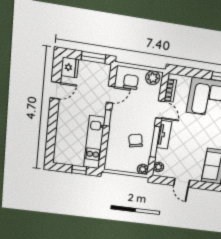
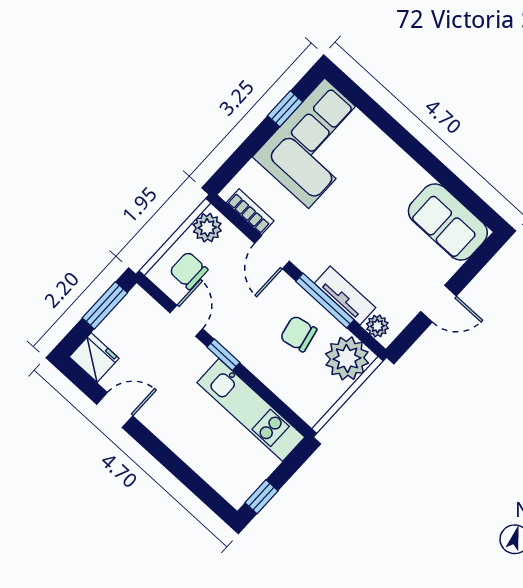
door: (55, 90) -> (115, 410), hinge flipped
door: (160, 110) -> (272, 252), swing flipped
tv unit: (164, 135) -> (345, 296), moved
plant: (143, 169) -> (347, 358), width x1.87, depth x1.87
window: (79, 170) -> (261, 497), moved

